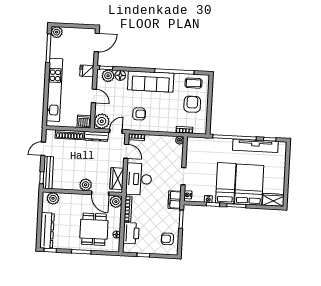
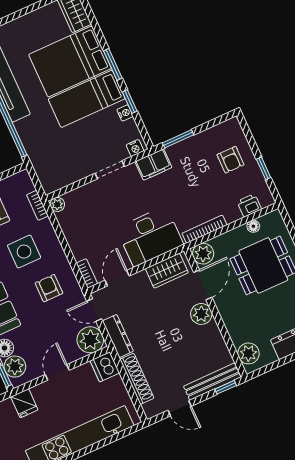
side table: (164, 111) -> (24, 252), added
printer: (131, 233) -> (249, 205), width x0.53, depth x0.68
armchair: (167, 239) -> (230, 160), moved

